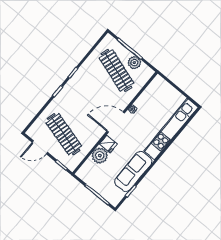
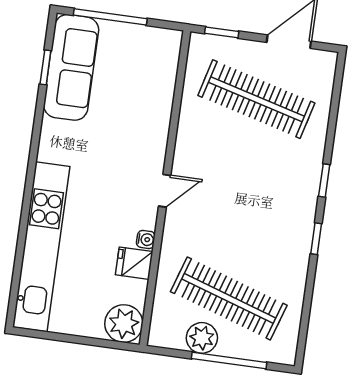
door: (116, 122) -> (165, 191), width x0.53
fridge: (108, 144) -> (134, 263), moved
plant: (100, 156) -> (124, 324), moved
sofa: (133, 171) -> (71, 67), moved

